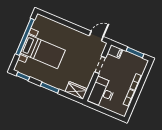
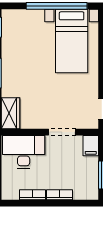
bed with nightstands: (43, 52) -> (72, 41), moved

